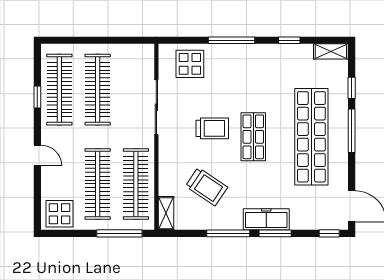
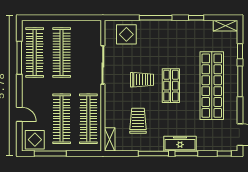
window: (37, 97) -> (19, 58), width x2.17
door: (37, 155) -> (19, 114), moved
trolley: (207, 187) -> (138, 121), turned -124
window: (119, 233) -> (50, 153), moved

